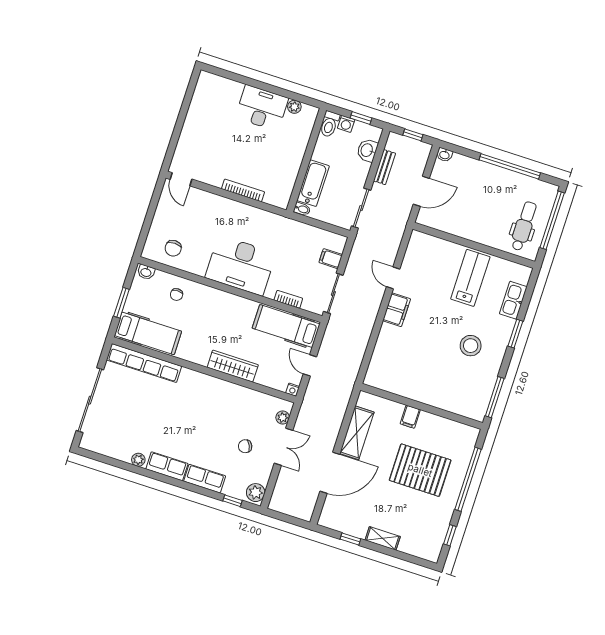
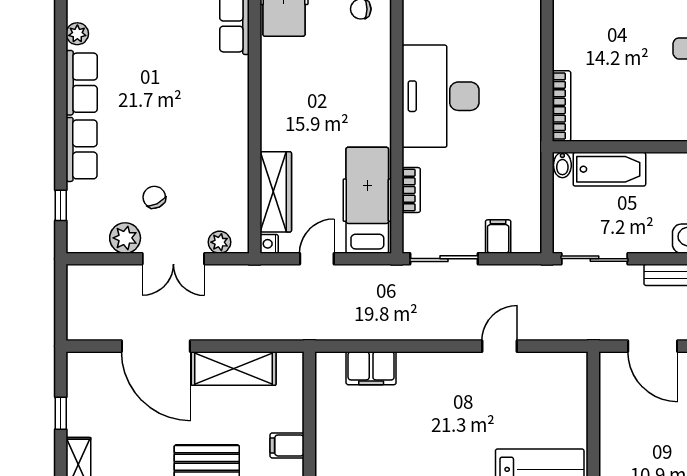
bookcase: (243, 190) -> (562, 106), moved
filing cabinet: (397, 310) -> (371, 368), moved
wardrobe: (233, 366) -> (276, 192), moved
plant: (256, 493) -> (125, 238), moved

